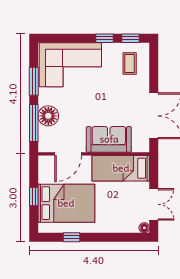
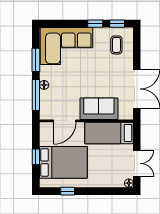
floor lamp: (48, 116) -> (44, 85), width x0.53, depth x0.53

